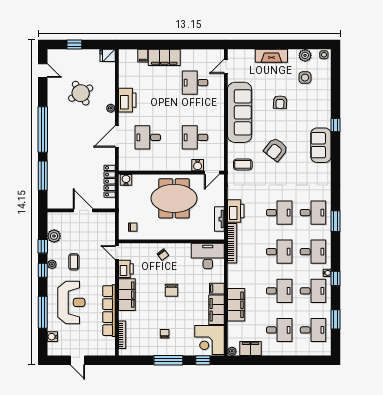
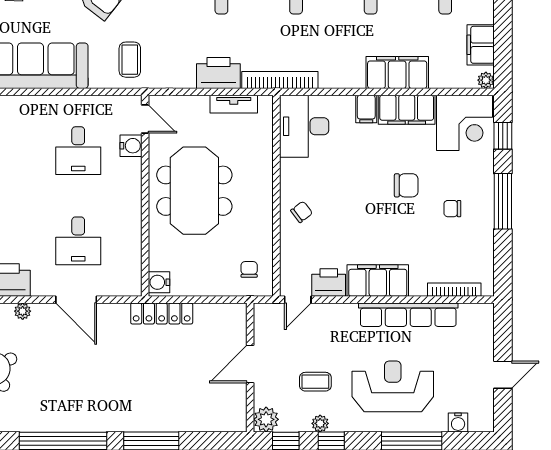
wall: (81, 210) -> (250, 368), moved
door: (83, 210) -> (250, 364), moved
chair: (171, 290) -> (406, 185), moved

